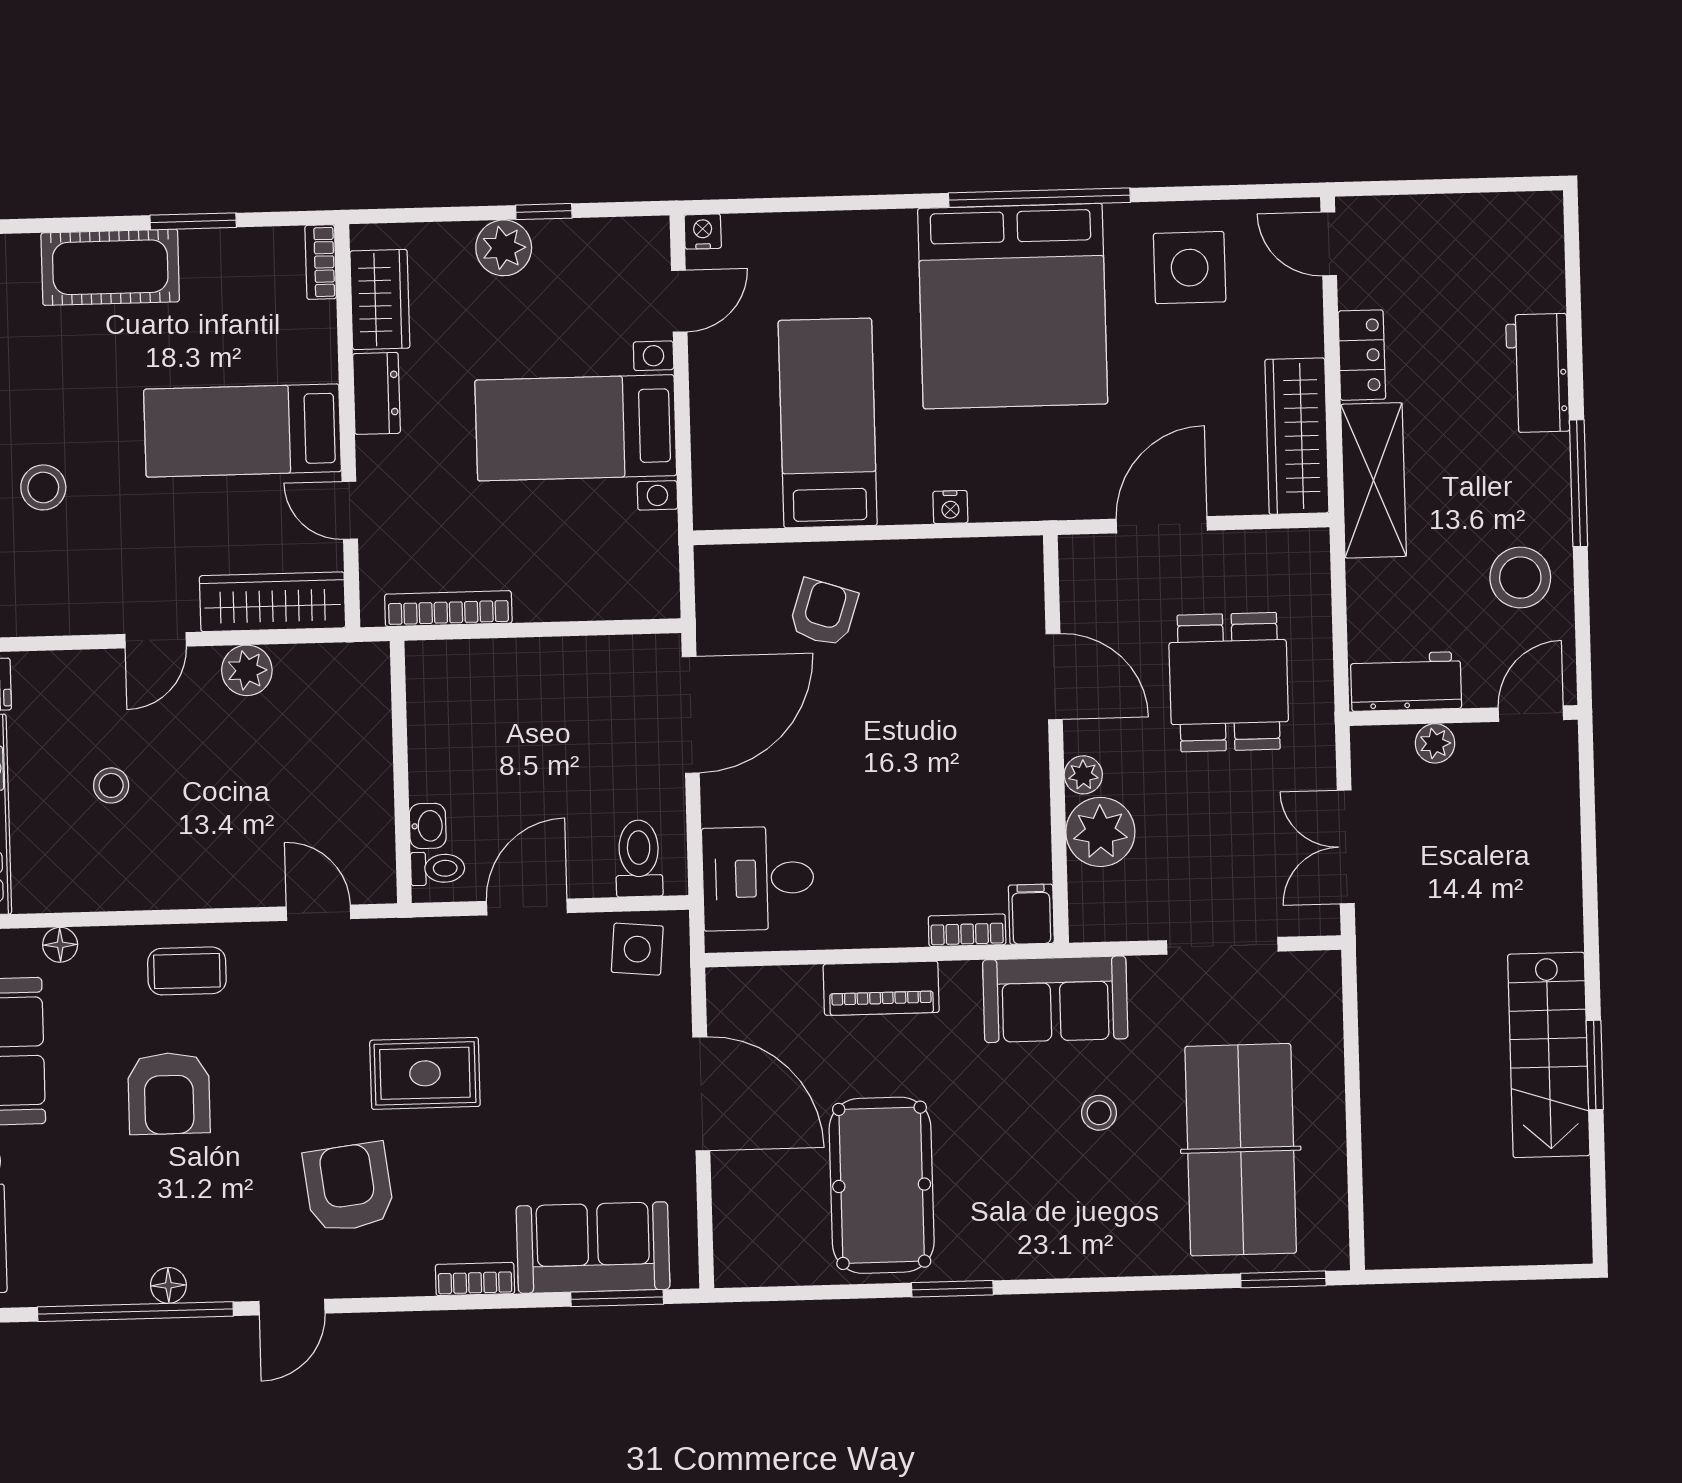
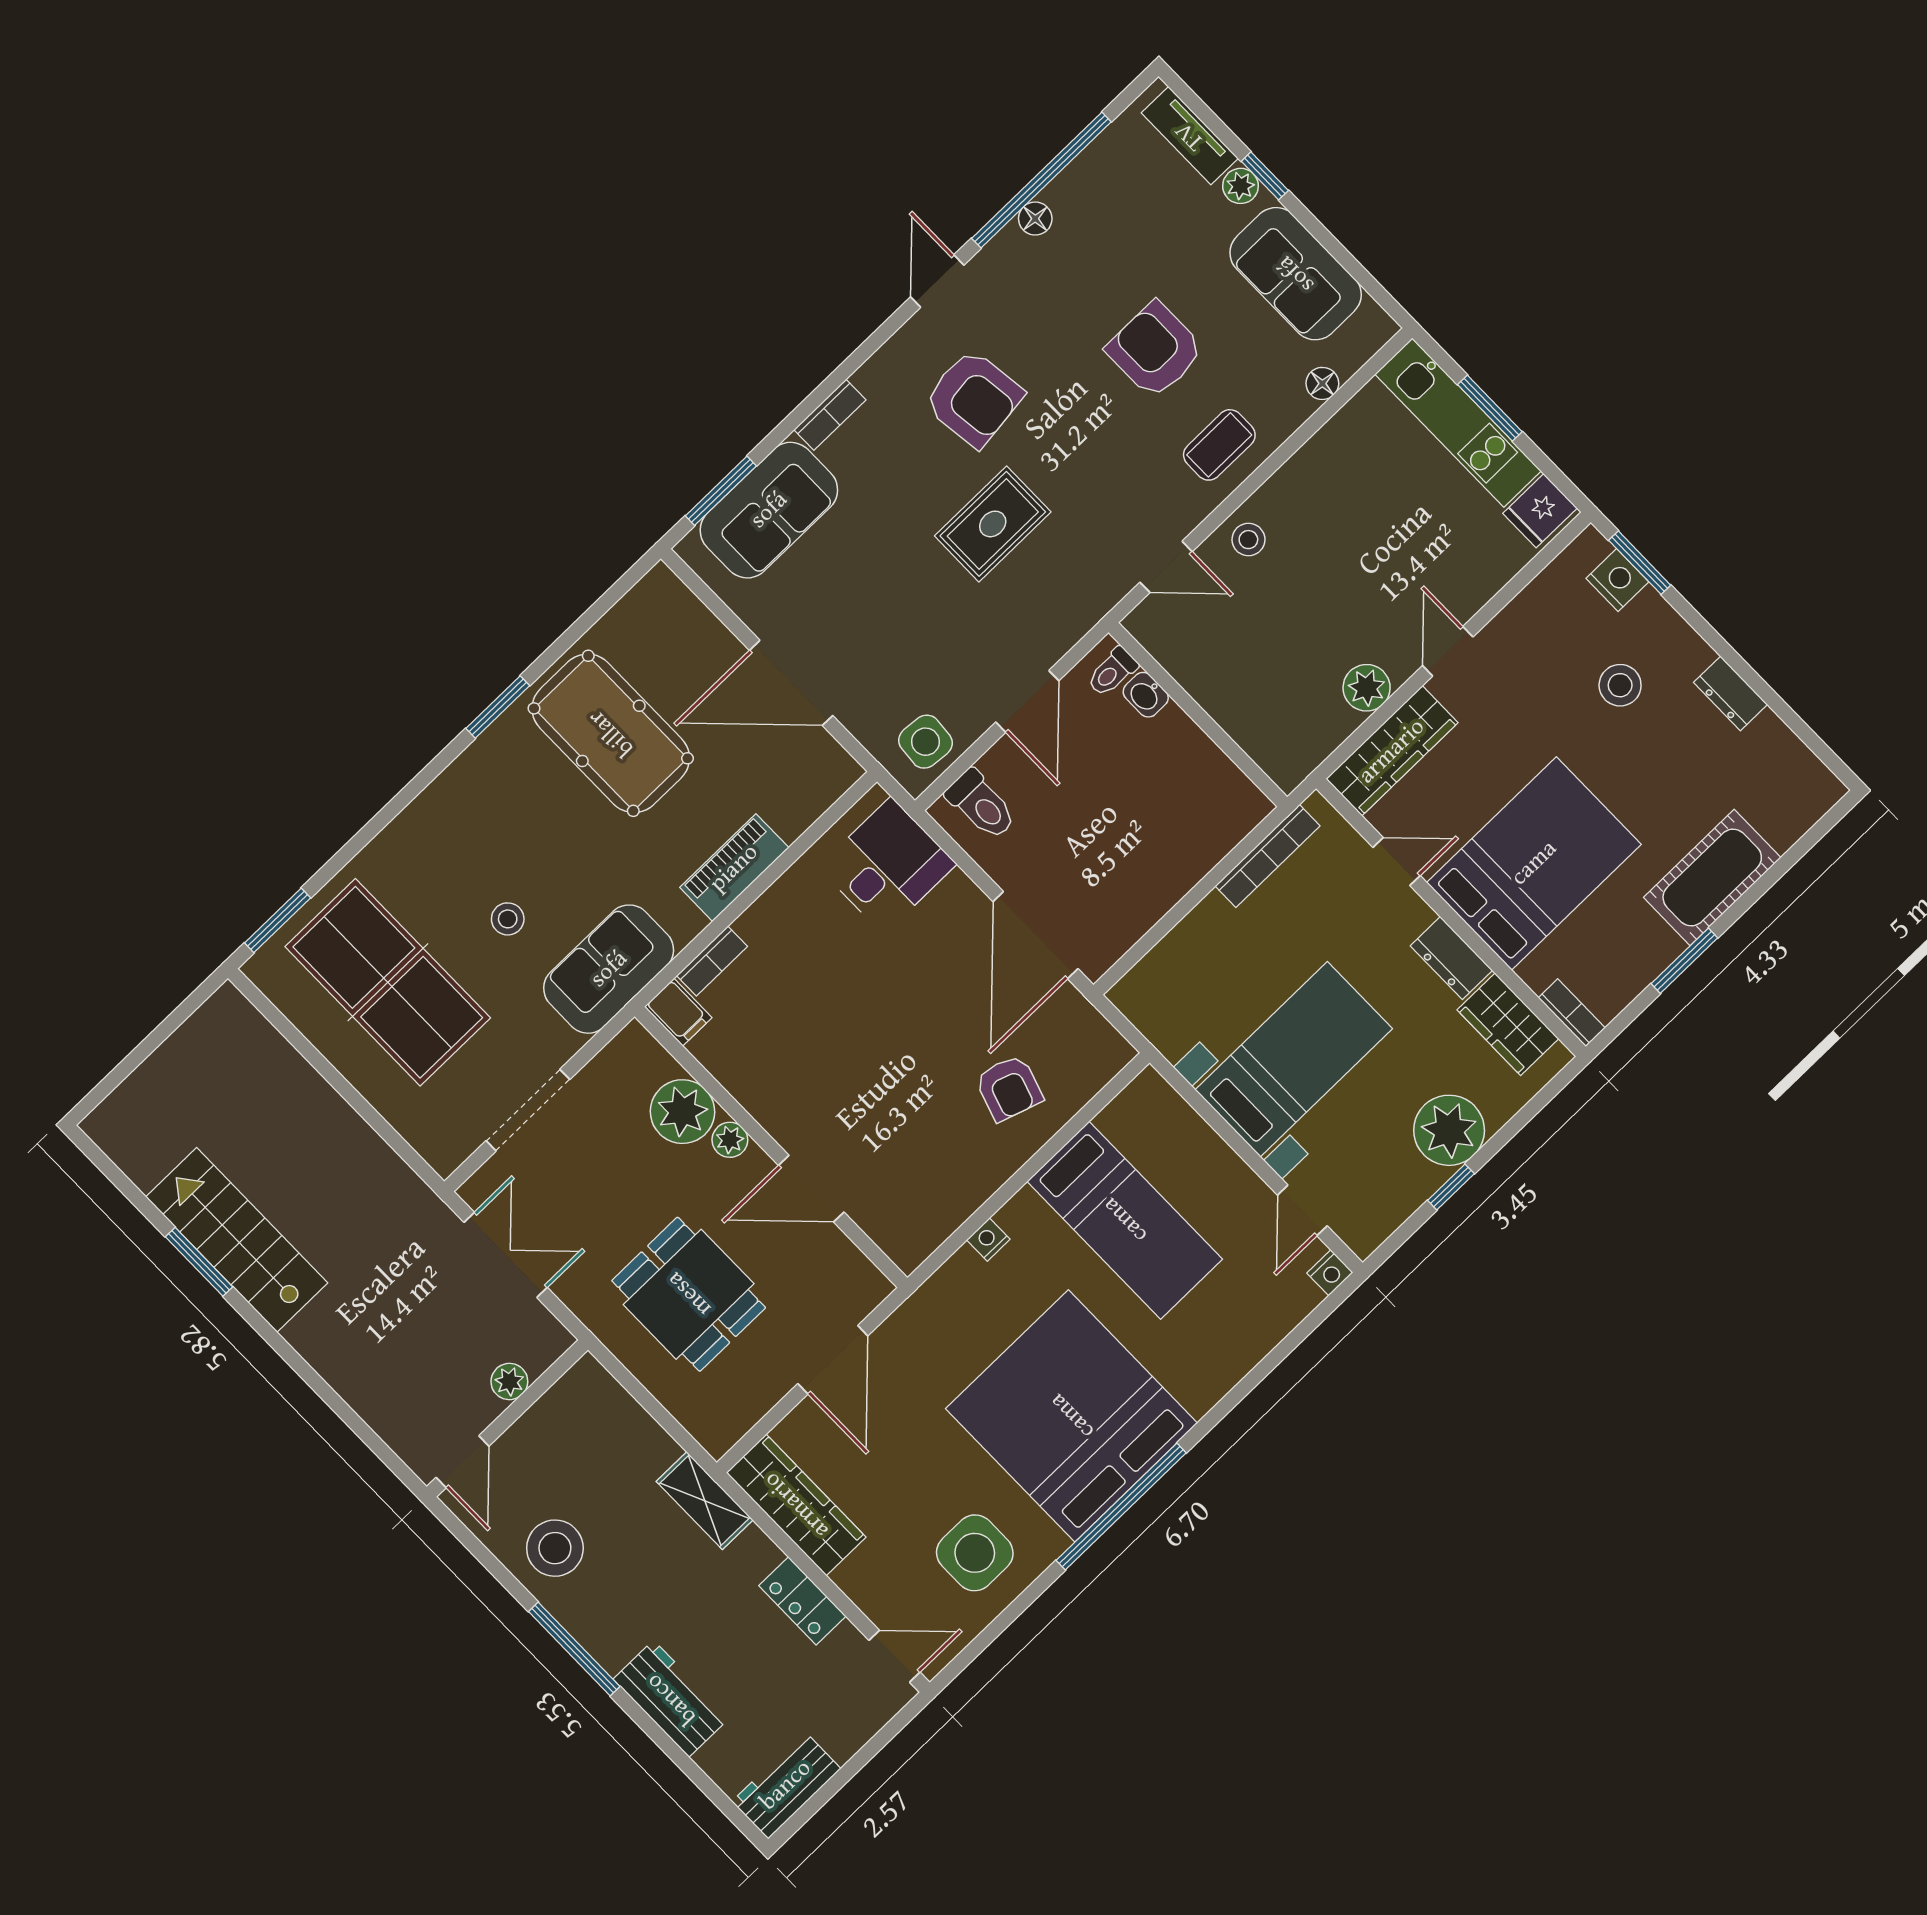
plant: (504, 248) -> (1449, 1130), width x1.36, depth x1.36
bed: (243, 430) -> (1534, 863), width x1.50
shelving: (1374, 480) -> (705, 1501), width x0.67, depth x0.75
workbench: (1406, 681) -> (786, 1785), moved, turned 180
stool: (111, 785) -> (1248, 540), moved

